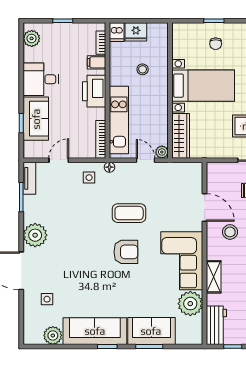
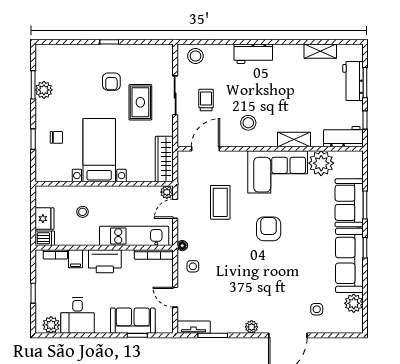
desk: (41, 79) -> (78, 316), moved
wardrobe: (181, 136) -> (164, 159), moved, turned -90
door: (205, 207) -> (206, 149), moved
coffee table: (129, 213) -> (220, 202), moved
plant: (35, 235) -> (252, 327), width x0.53, depth x0.53

